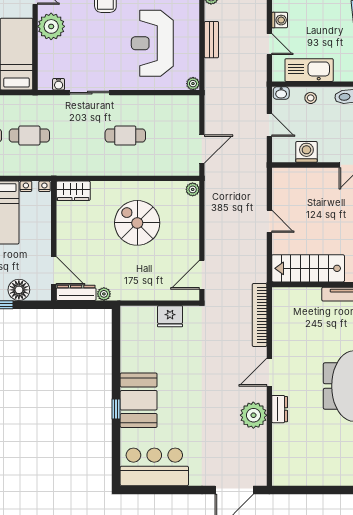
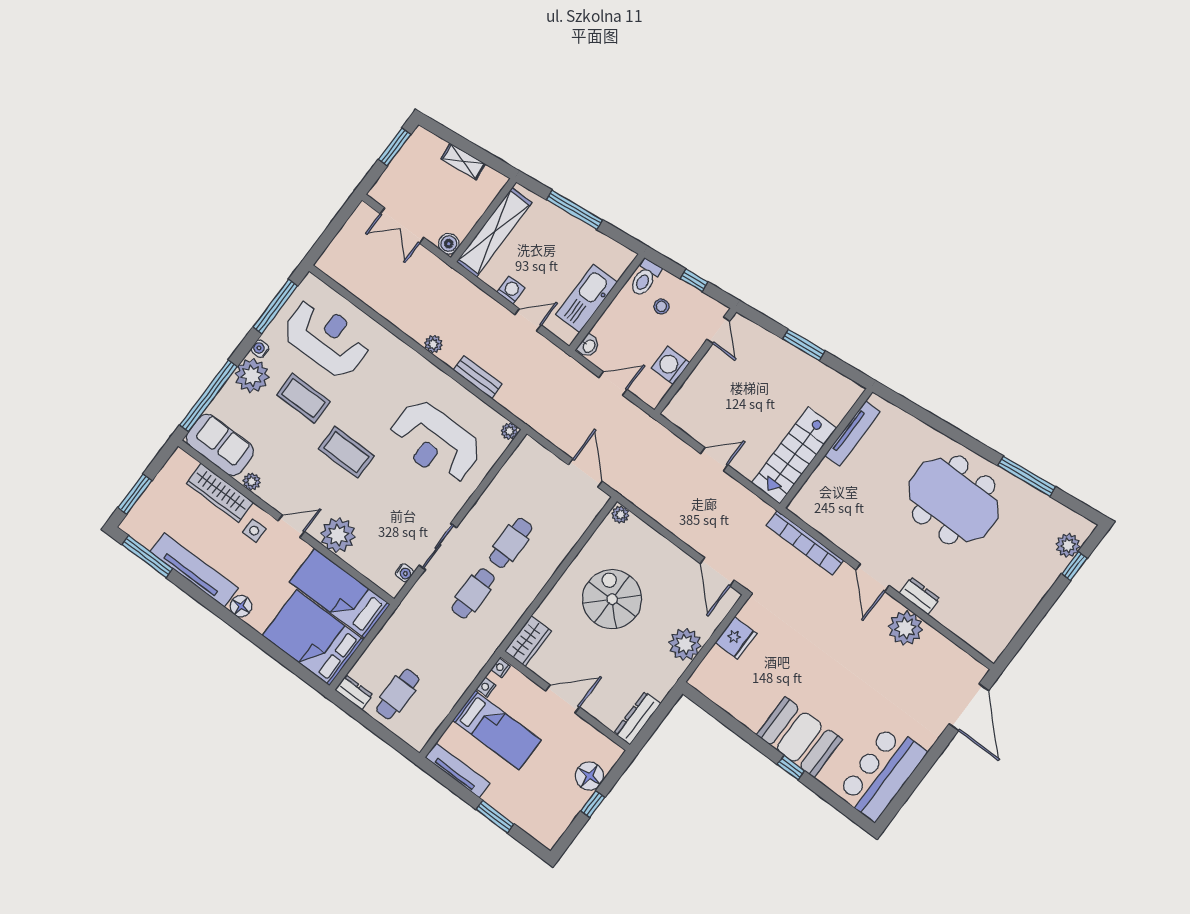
stool: (311, 98) -> (661, 306), moved
cafe table: (29, 136) -> (473, 593), moved
spiral stairs: (137, 223) -> (612, 599), turned 90
door: (54, 271) -> (563, 699), moved
plant: (104, 294) -> (685, 644), moved, width x1.88, depth x1.88

